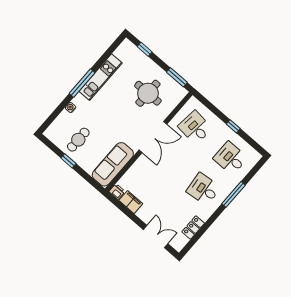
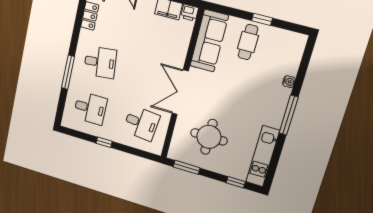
kitchen unit: (101, 77) -> (263, 156), moved
cafe table: (78, 140) -> (248, 42), moved

